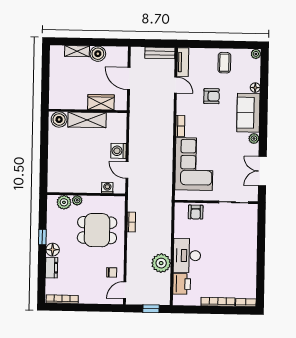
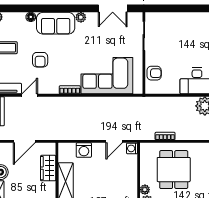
armchair: (211, 96) -> (40, 60), turned 180
washing machine: (118, 151) -> (84, 150), moved
washing machine: (107, 188) -> (132, 148), moved

